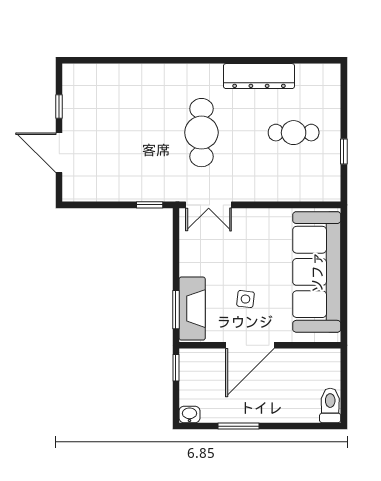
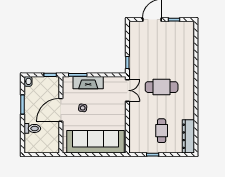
dresser: (259, 76) -> (188, 136), moved
double door: (209, 205) -> (127, 90), swing flipped
fireplace: (192, 309) -> (88, 83), moved
door: (250, 345) -> (61, 110), hinge flipped
toilet: (330, 405) -> (32, 128), moved

